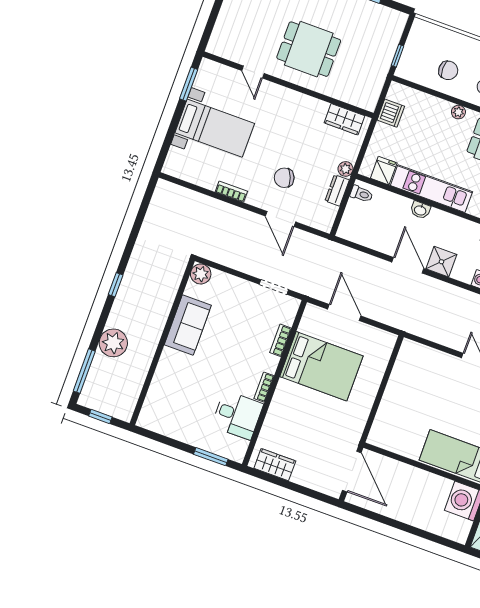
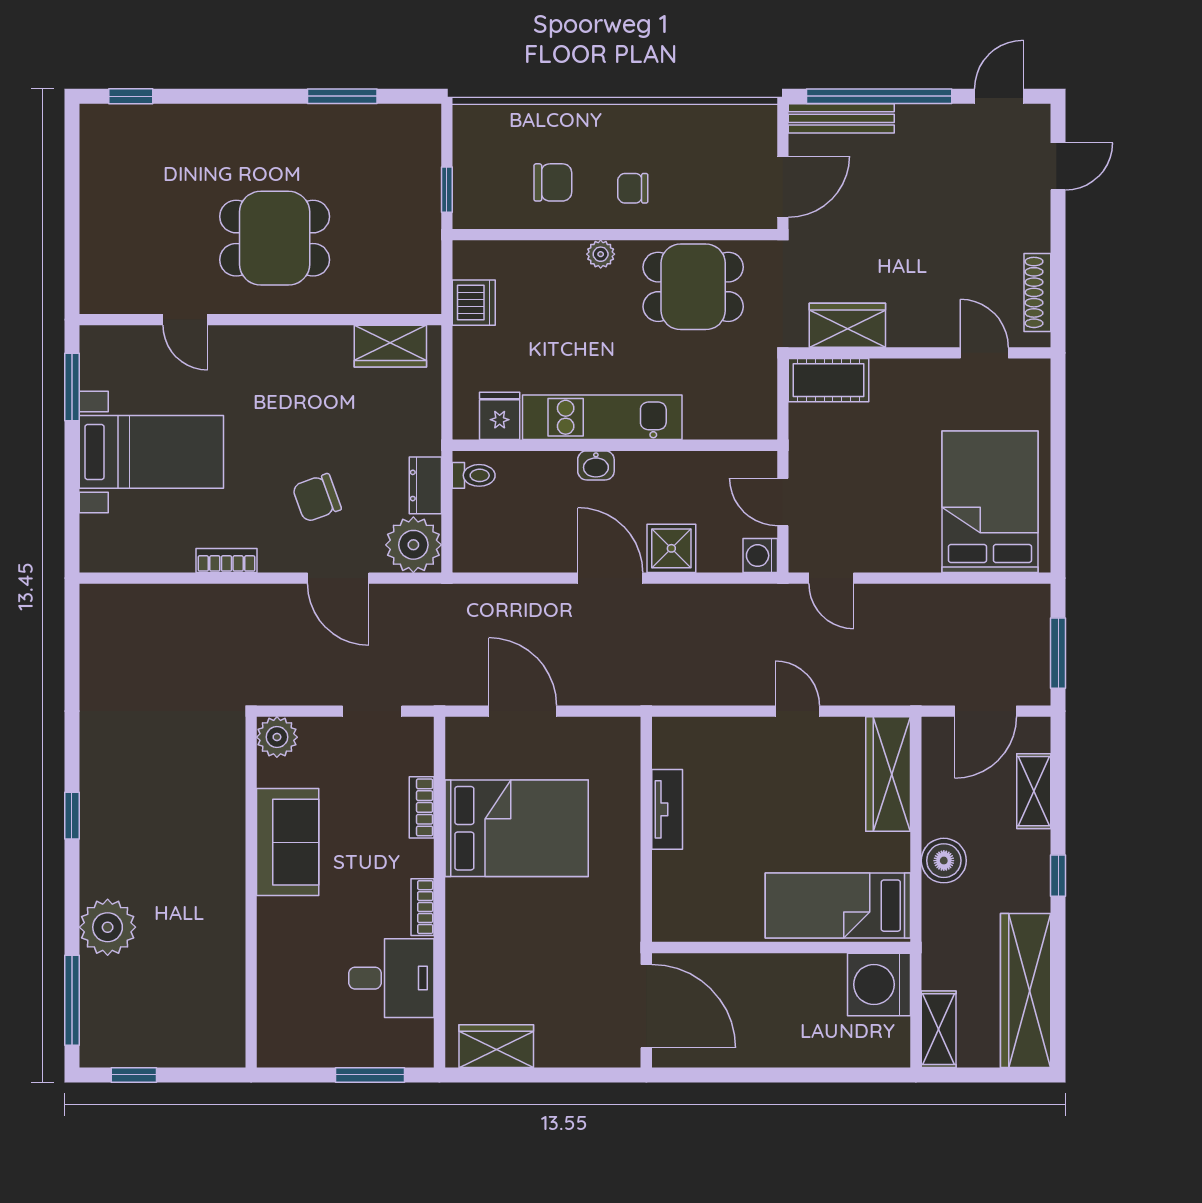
plant: (345, 169) -> (413, 545), moved, width x1.88, depth x1.88
plant: (201, 274) -> (277, 737), moved
sofa: (188, 325) -> (288, 842), moved
wall: (162, 342) -> (251, 892), moved
tv unit: (395, 383) -> (667, 809), added

